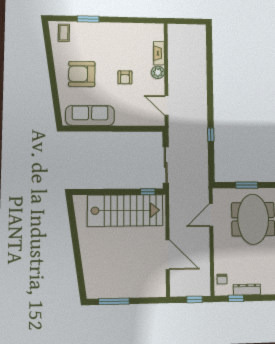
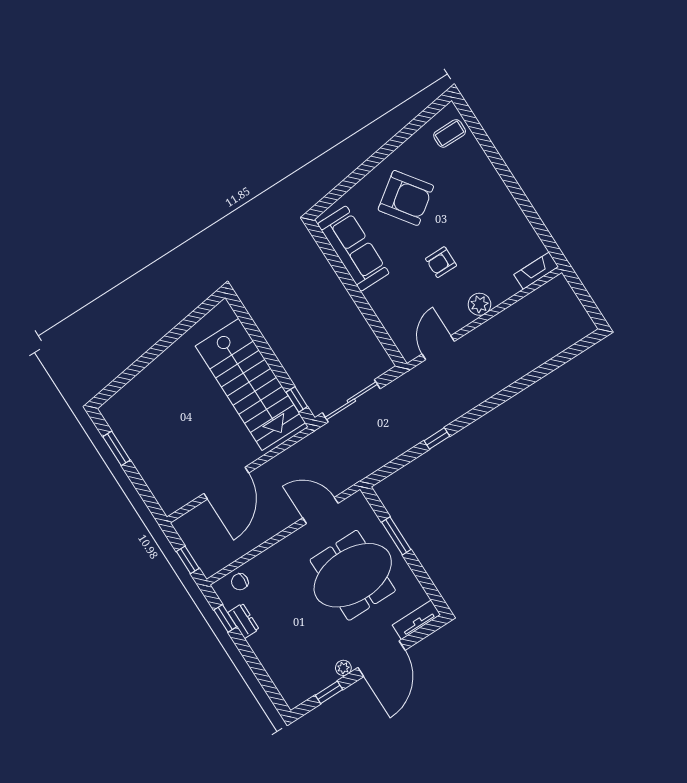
window: (88, 19) -> (493, 154), removed
fireplace: (159, 53) -> (536, 271), moved
armchair: (82, 74) -> (406, 198), turned 144
dresser: (247, 290) -> (243, 621), width x0.70
window: (114, 301) -> (117, 448), width x0.69

